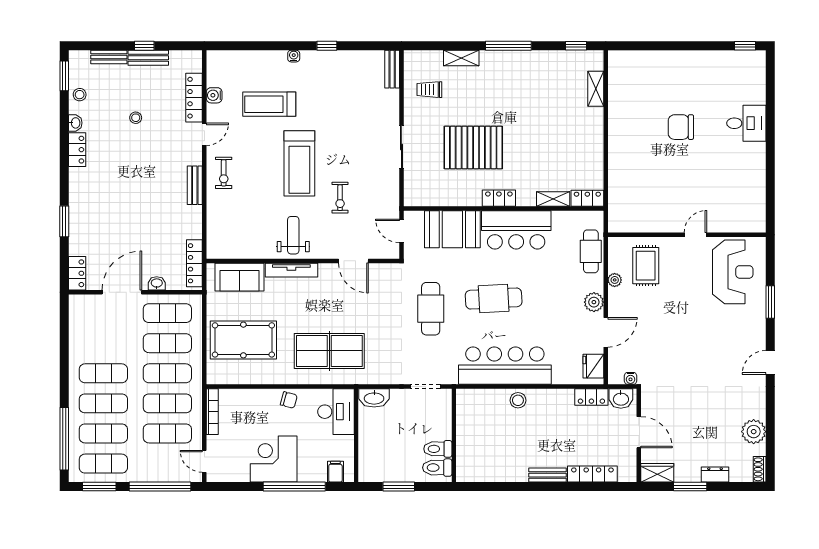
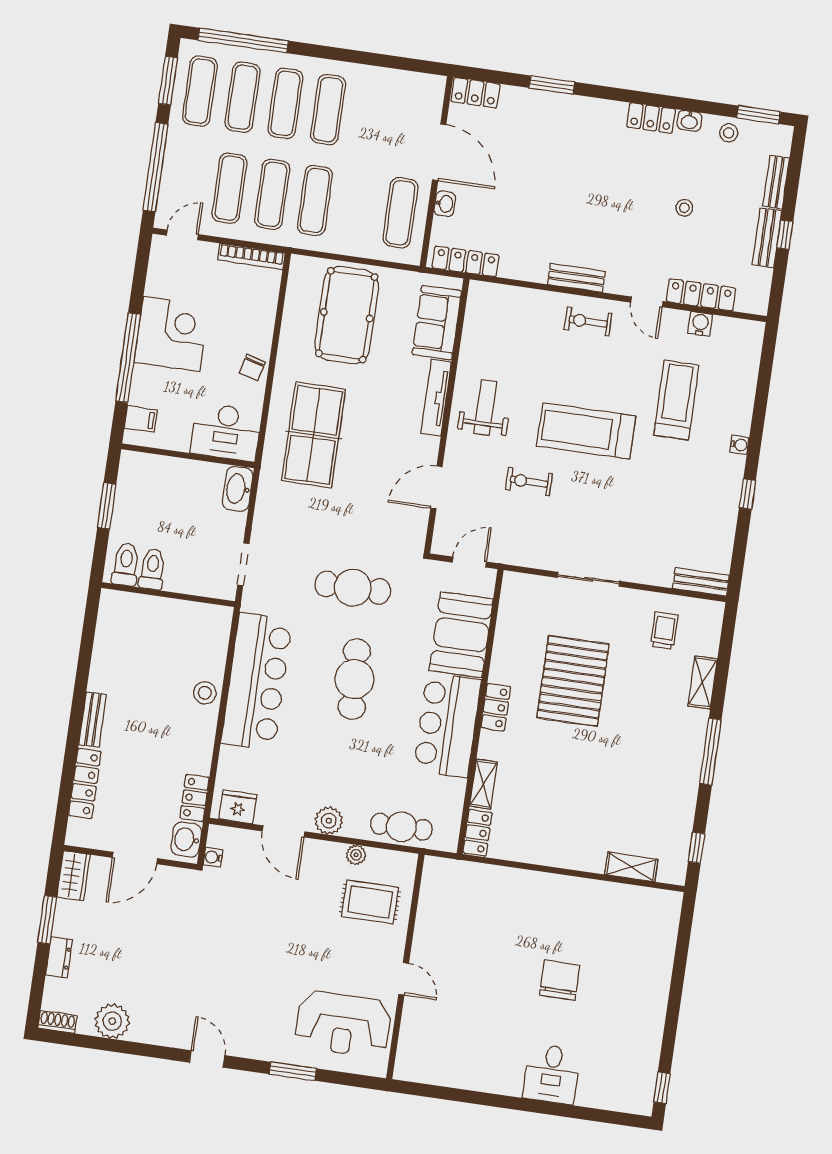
weight bench: (293, 235) -> (485, 407), turned -90
exercise mat: (167, 343) -> (358, 207), removed

